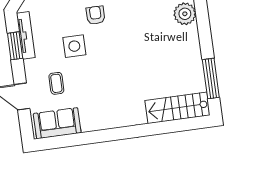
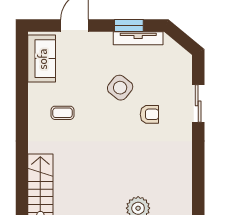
side table: (74, 46) -> (120, 88), turned 38
coffee table: (56, 83) -> (63, 113), moved

